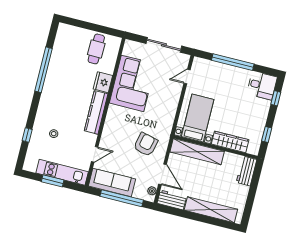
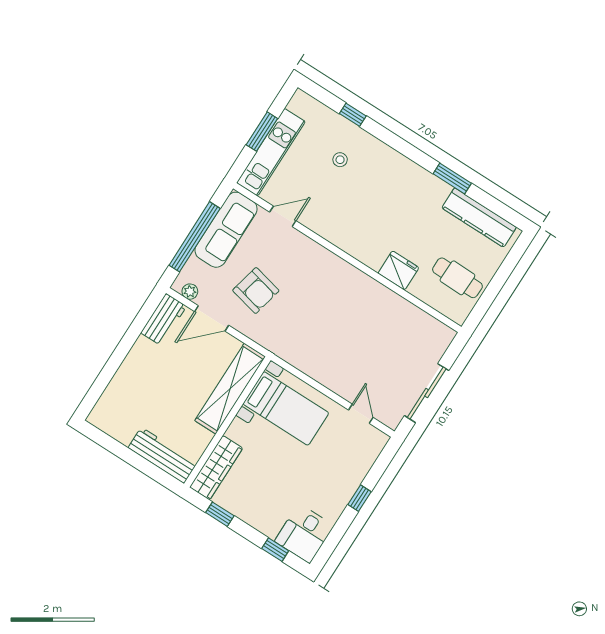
window: (233, 62) -> (359, 498), width x0.32
window: (44, 70) -> (452, 178), width x0.47
corner sofa: (133, 83) -> (380, 319), removed
kitchen counter: (96, 112) -> (479, 218), moved, turned 180
wardrobe: (230, 142) -> (216, 468), moved
armchair: (146, 144) -> (256, 291), moved
door: (95, 154) -> (283, 216), swing flipped
workbench: (246, 171) -> (163, 455), width x1.38
shelving: (211, 210) -> (126, 379), removed

